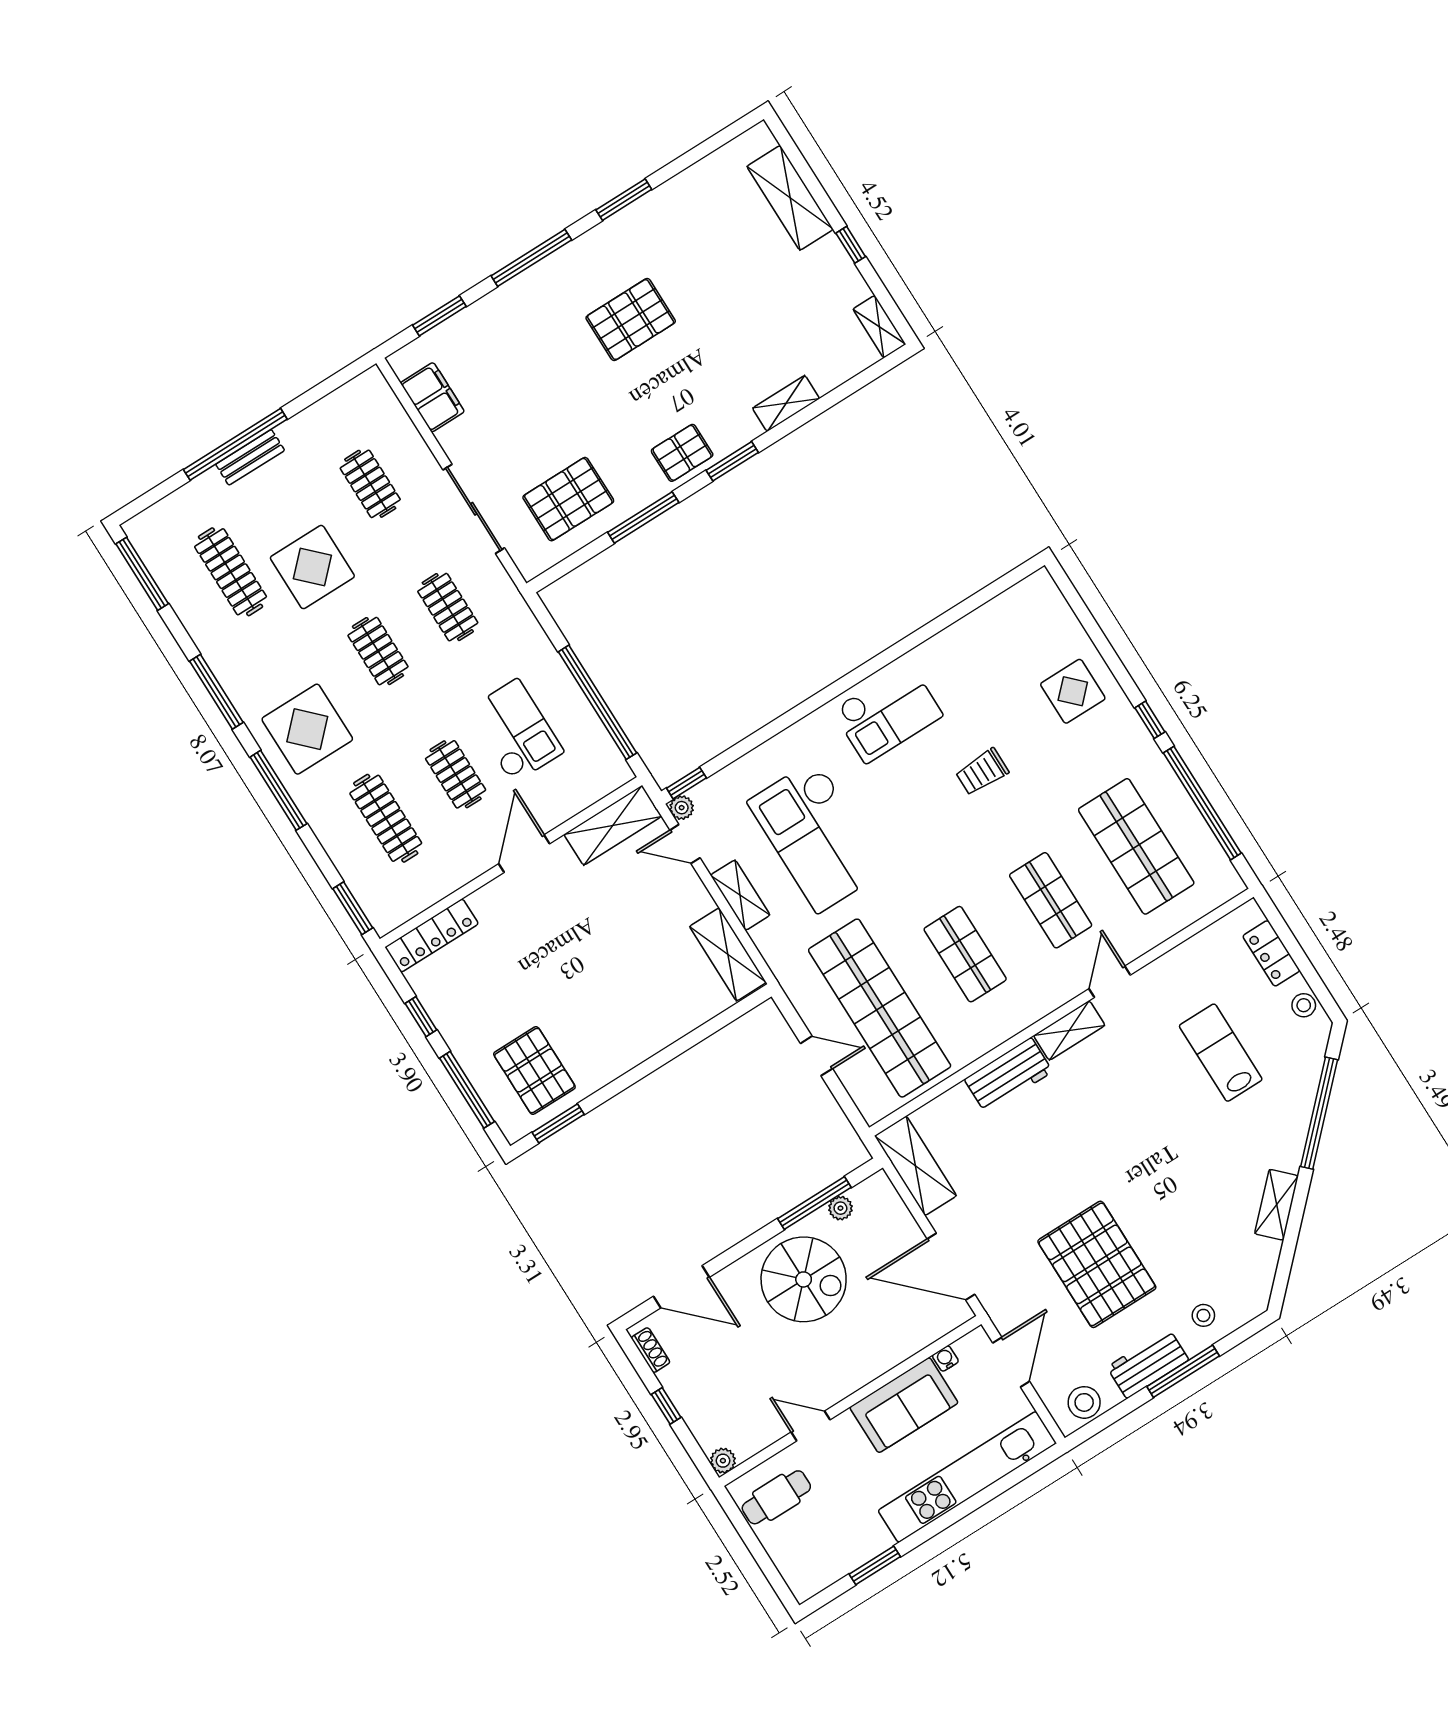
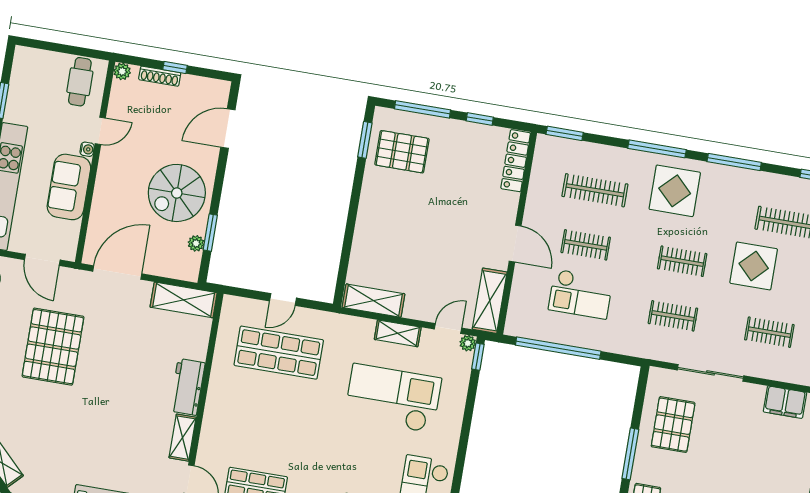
shop shelf: (965, 954) -> (267, 420), removed
shop shelf: (880, 1008) -> (279, 353), width x0.71
window: (814, 1203) -> (210, 233), width x0.69
pallet: (1097, 1264) -> (53, 347), turned 90
shoe rack: (651, 1350) -> (160, 76), moved, width x1.43
water cooler: (945, 1358) -> (87, 149), moved

